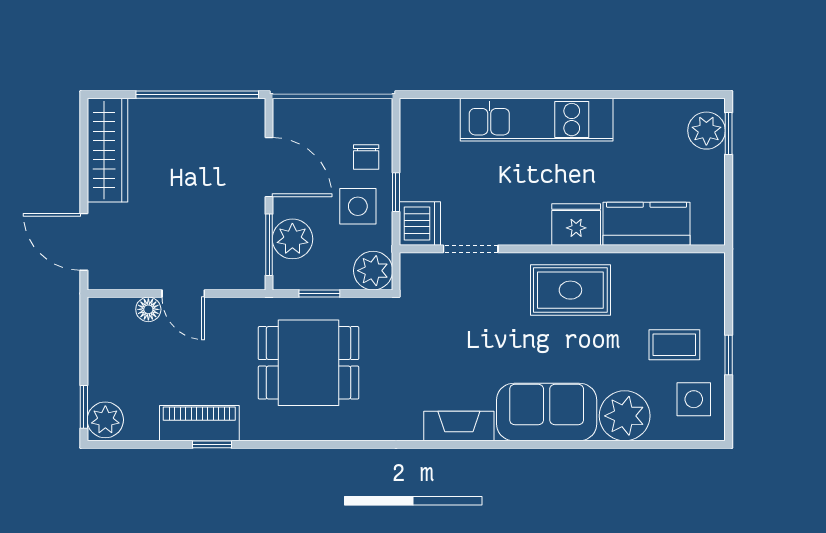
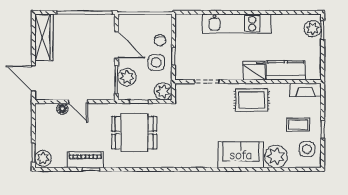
dishwasher: (420, 224) -> (184, 70), removed
fireplace: (459, 426) -> (305, 90), moved, turned 180

